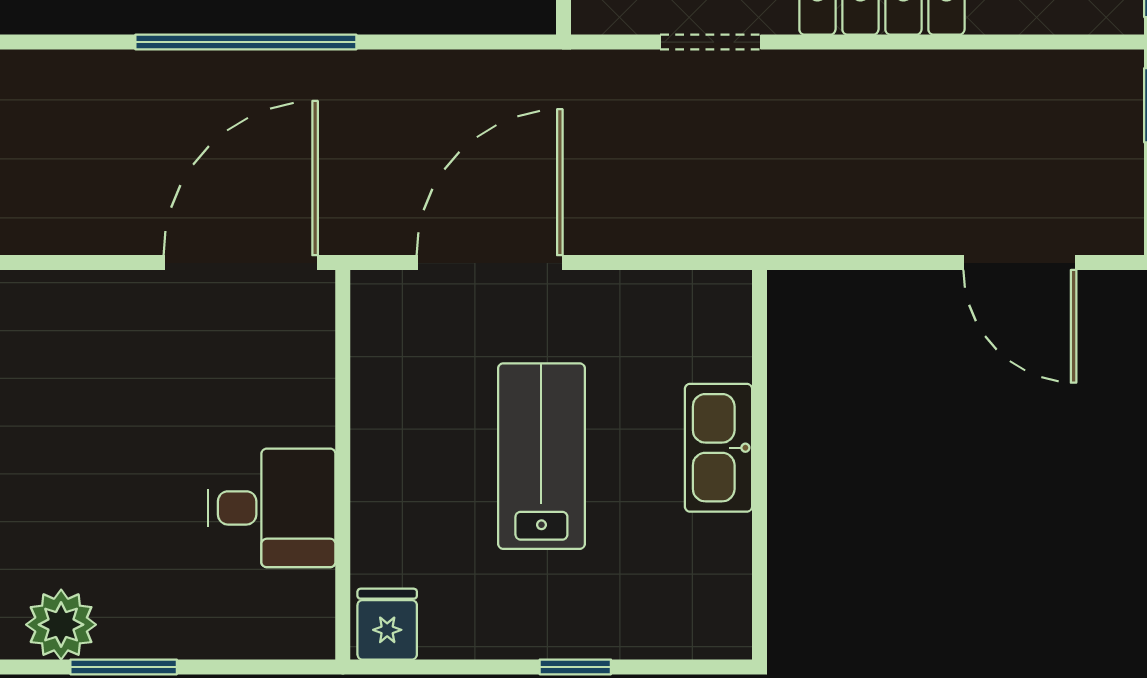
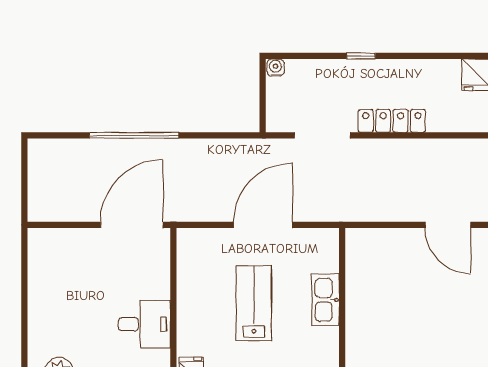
doorway: (710, 42) -> (322, 135), width x1.38
door: (490, 263) -> (263, 225), moved

